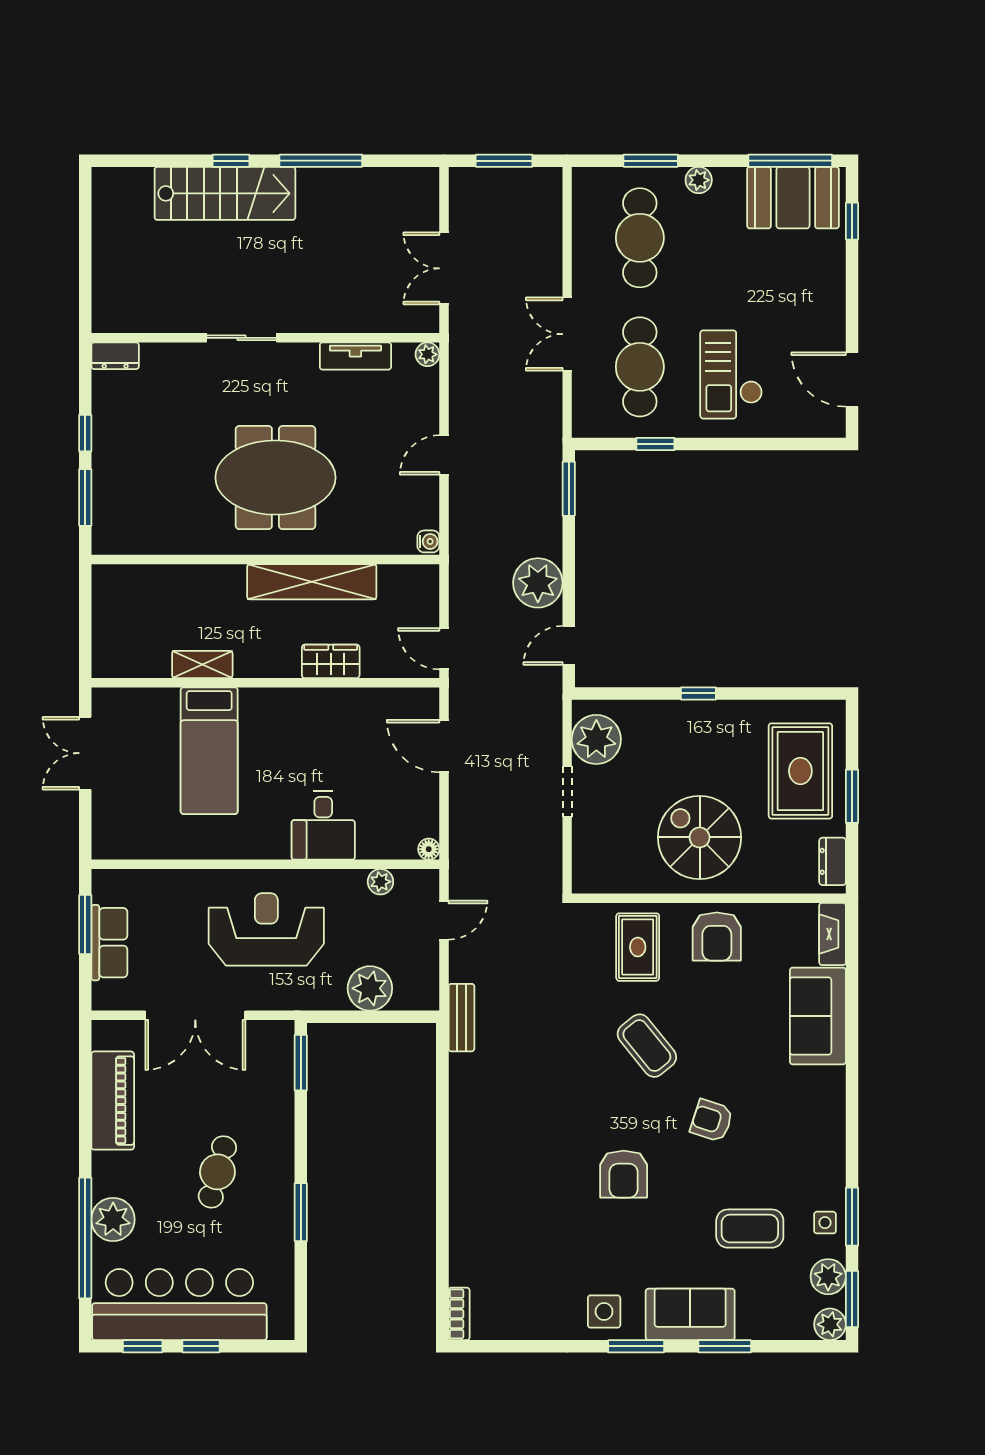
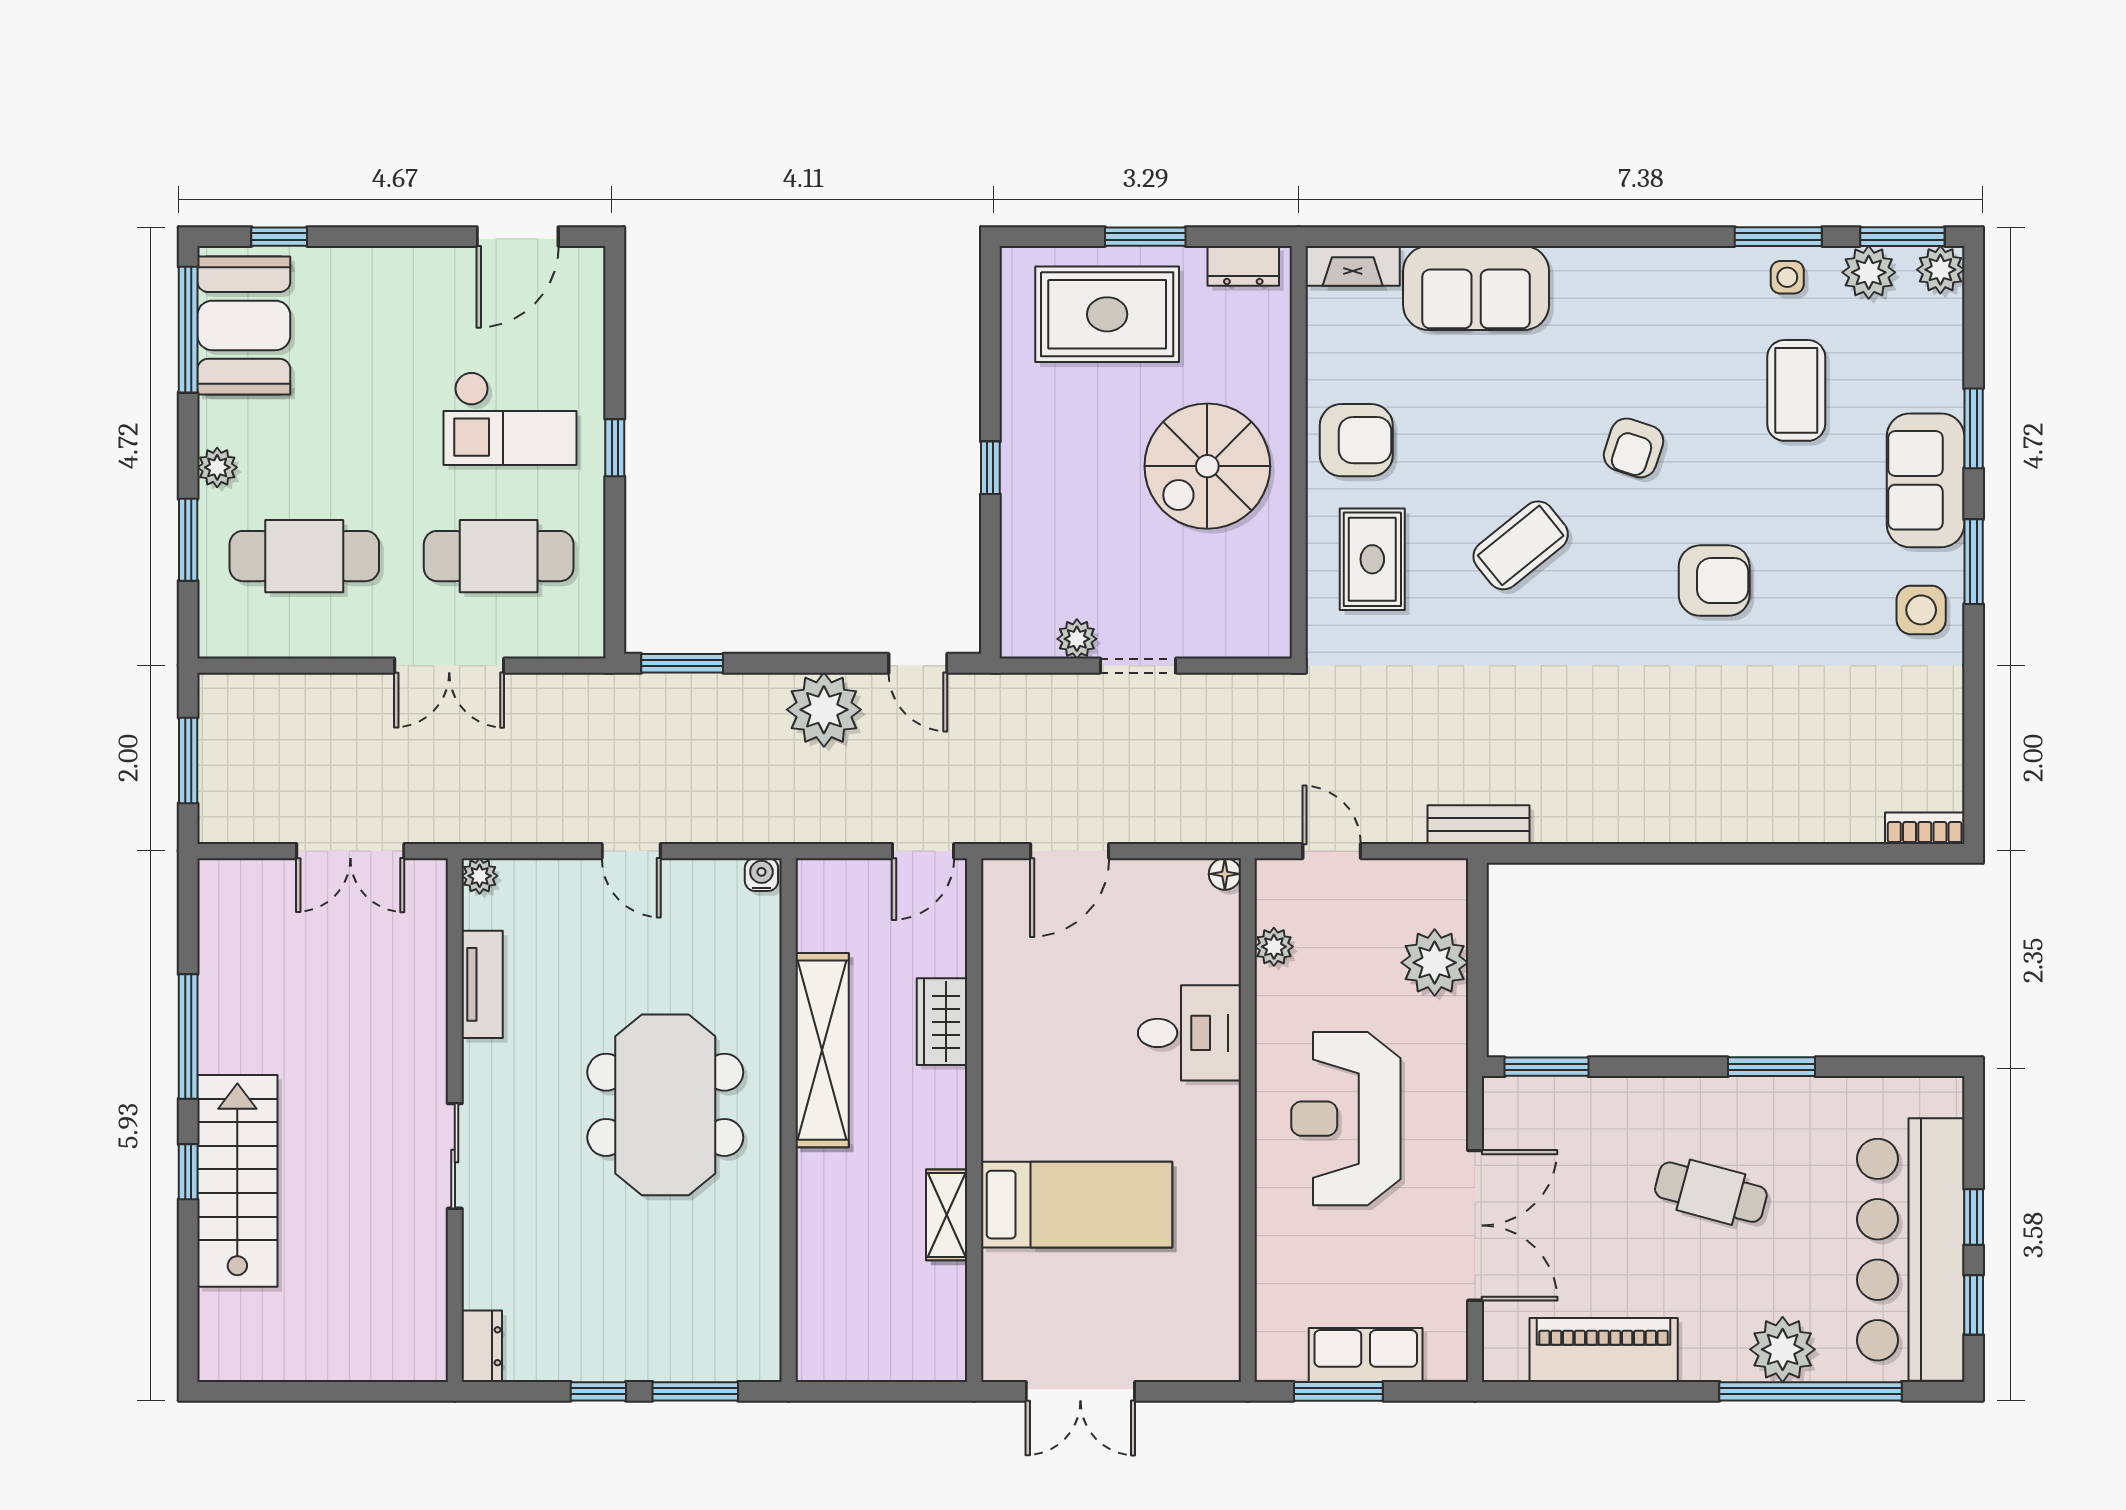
window: (655, 444) -> (615, 448), moved
plant: (596, 739) -> (1077, 639), width x0.53, depth x0.53
rug: (638, 947) -> (1372, 559), turned 90

